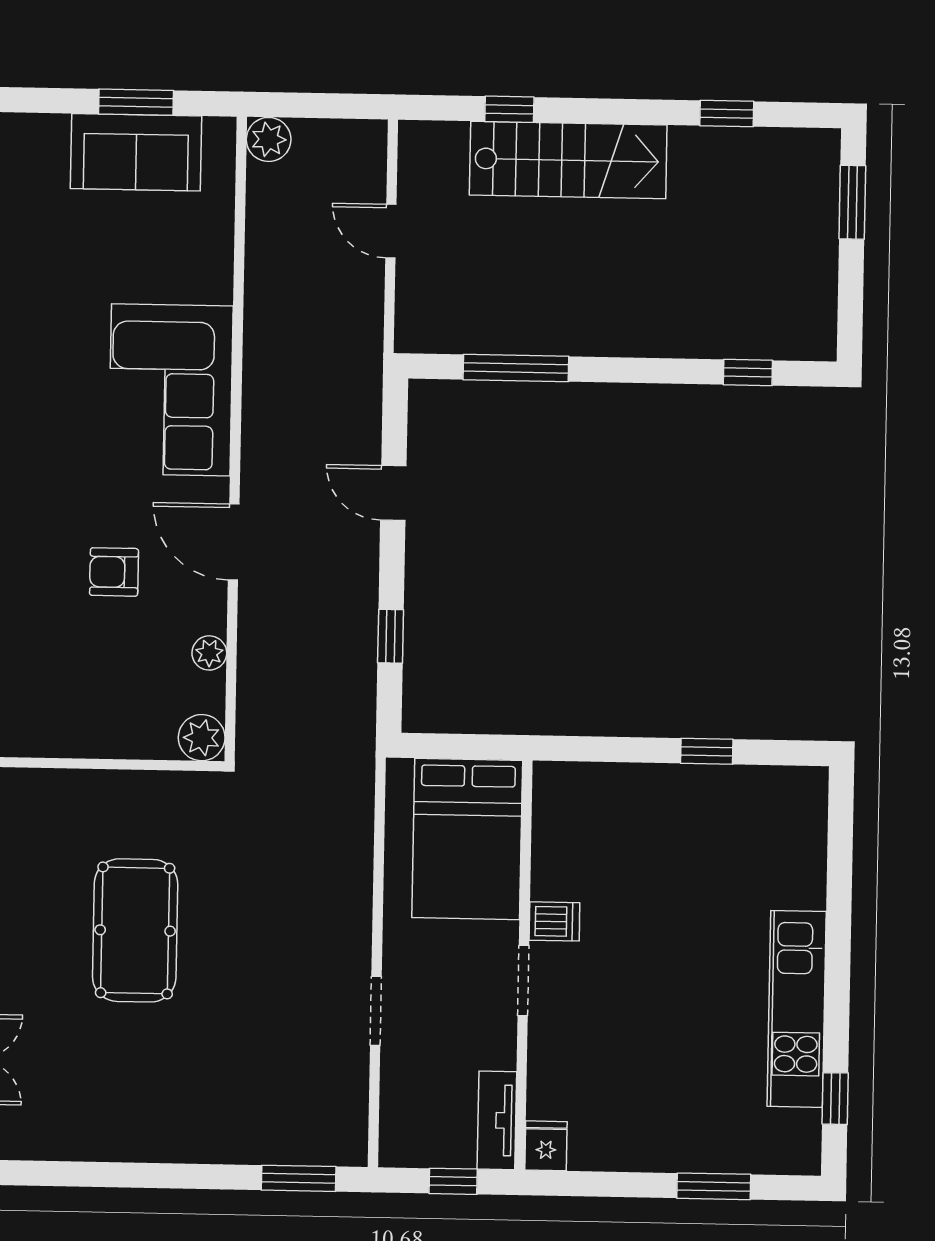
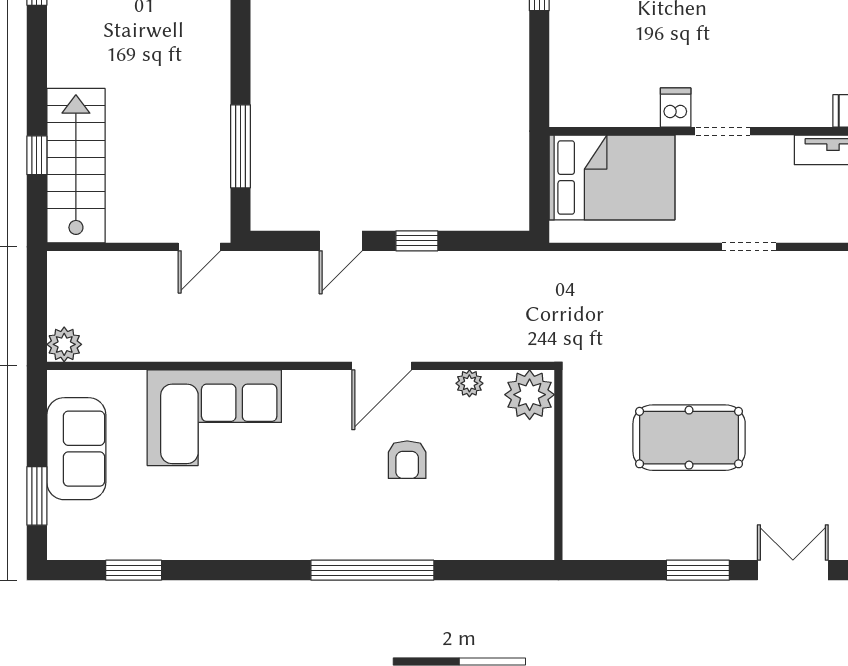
window: (136, 102) -> (37, 496), moved
stairs: (568, 160) -> (76, 166), moved
door: (391, 231) -> (199, 247), moved
corner sofa: (171, 390) -> (214, 418), moved
window: (391, 636) -> (417, 241), moved
plant: (202, 738) -> (530, 395), width x1.36, depth x1.36

